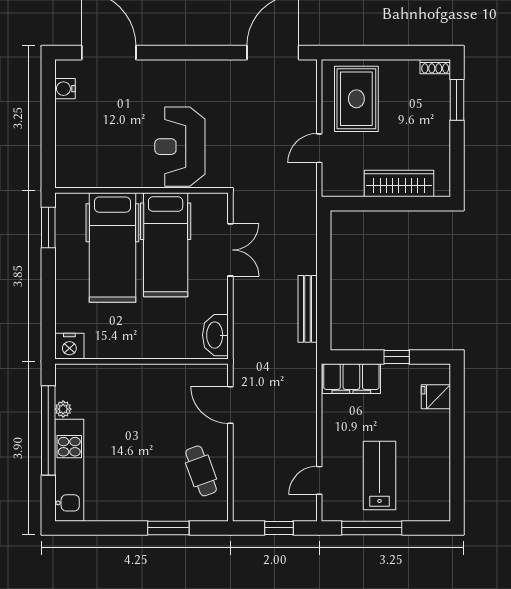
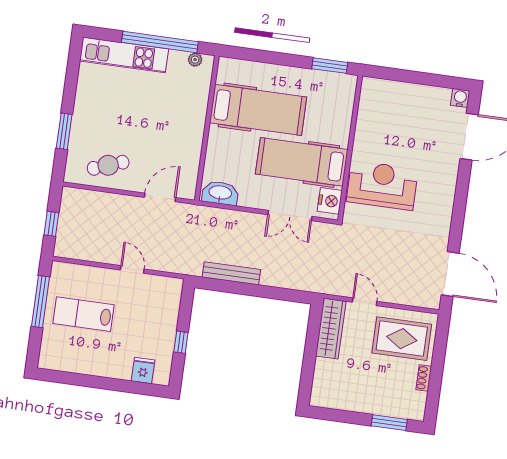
shoe rack: (435, 67) -> (424, 378), moved
water cooler: (65, 89) -> (460, 98), moved
wardrobe: (399, 184) -> (331, 329), moved
hospital bed: (112, 247) -> (258, 110), moved, turned 180
nightstand: (69, 346) -> (330, 201), moved, turned 180
filing cabinet: (351, 379) -> (168, 302), removed
plant: (63, 409) -> (195, 60), moved
lab bench: (379, 475) -> (84, 314), turned 180
door: (319, 480) -> (132, 269), moved

